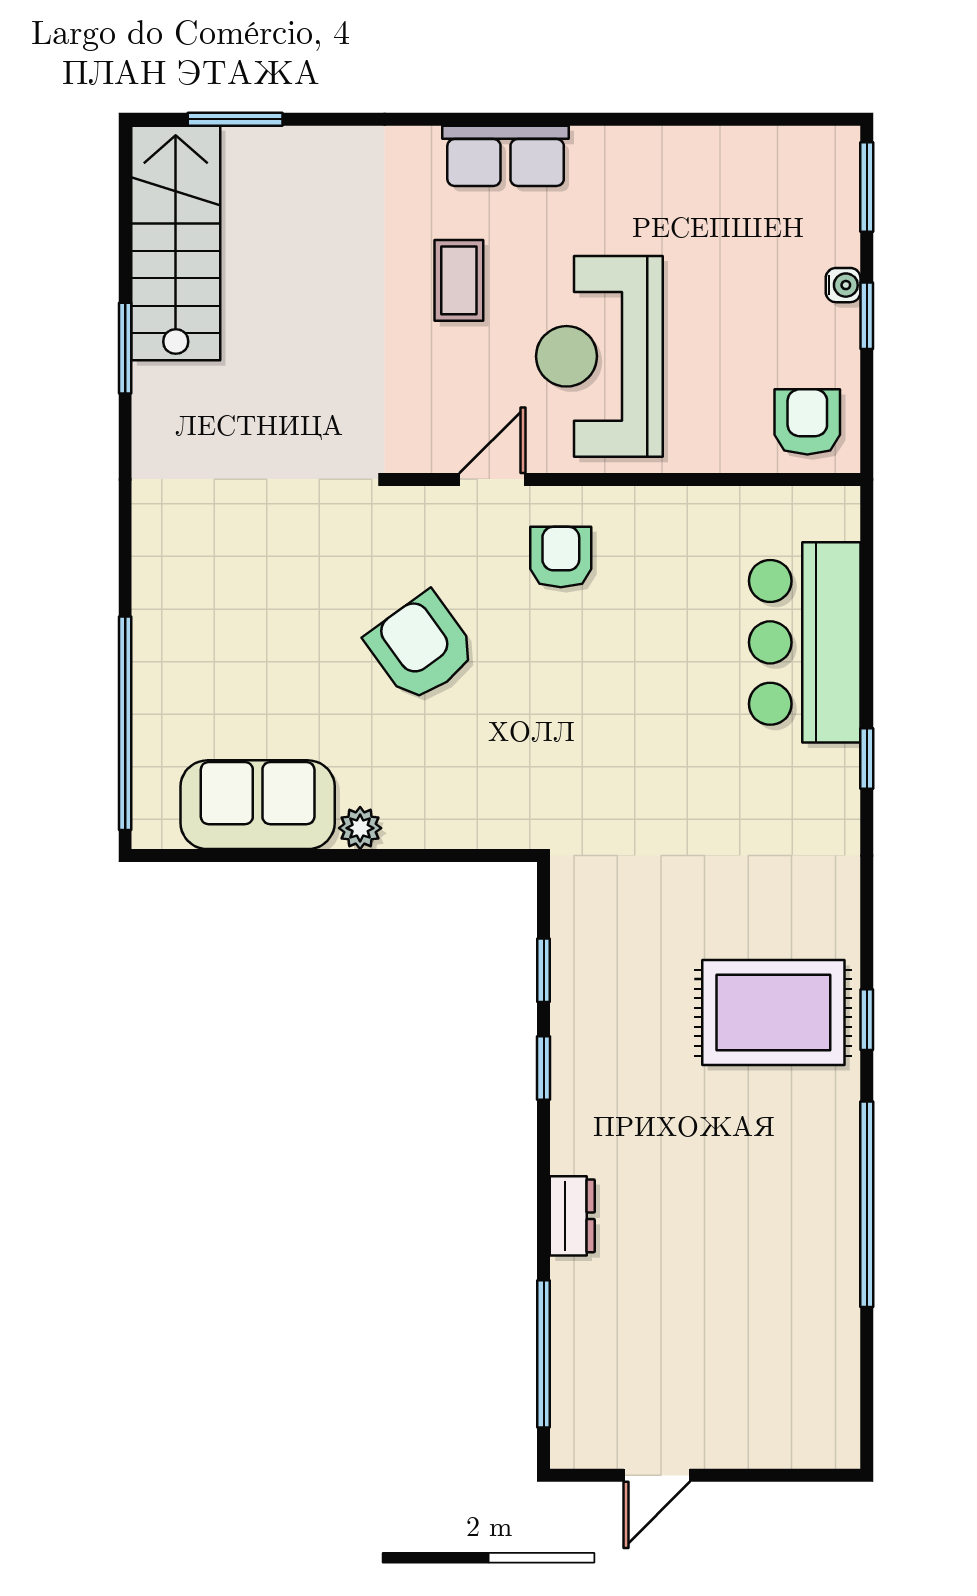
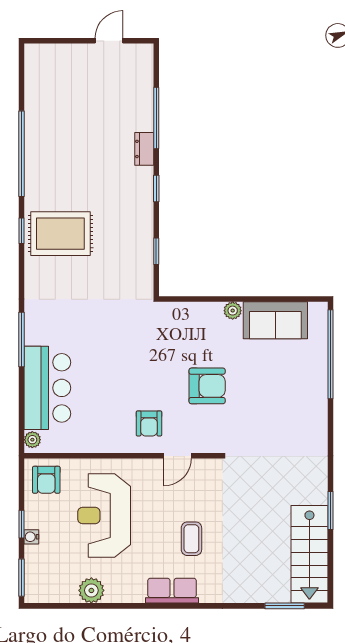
plant: (699, 156) -> (91, 590), added
reception desk: (599, 356) -> (104, 516), moved, turned 180
plant: (841, 518) -> (32, 440), added
armchair: (421, 647) -> (207, 386), turned -54
window: (867, 759) -> (21, 340), width x2.17
window: (544, 1068) -> (156, 188), moved
window: (544, 1354) -> (156, 118), moved

